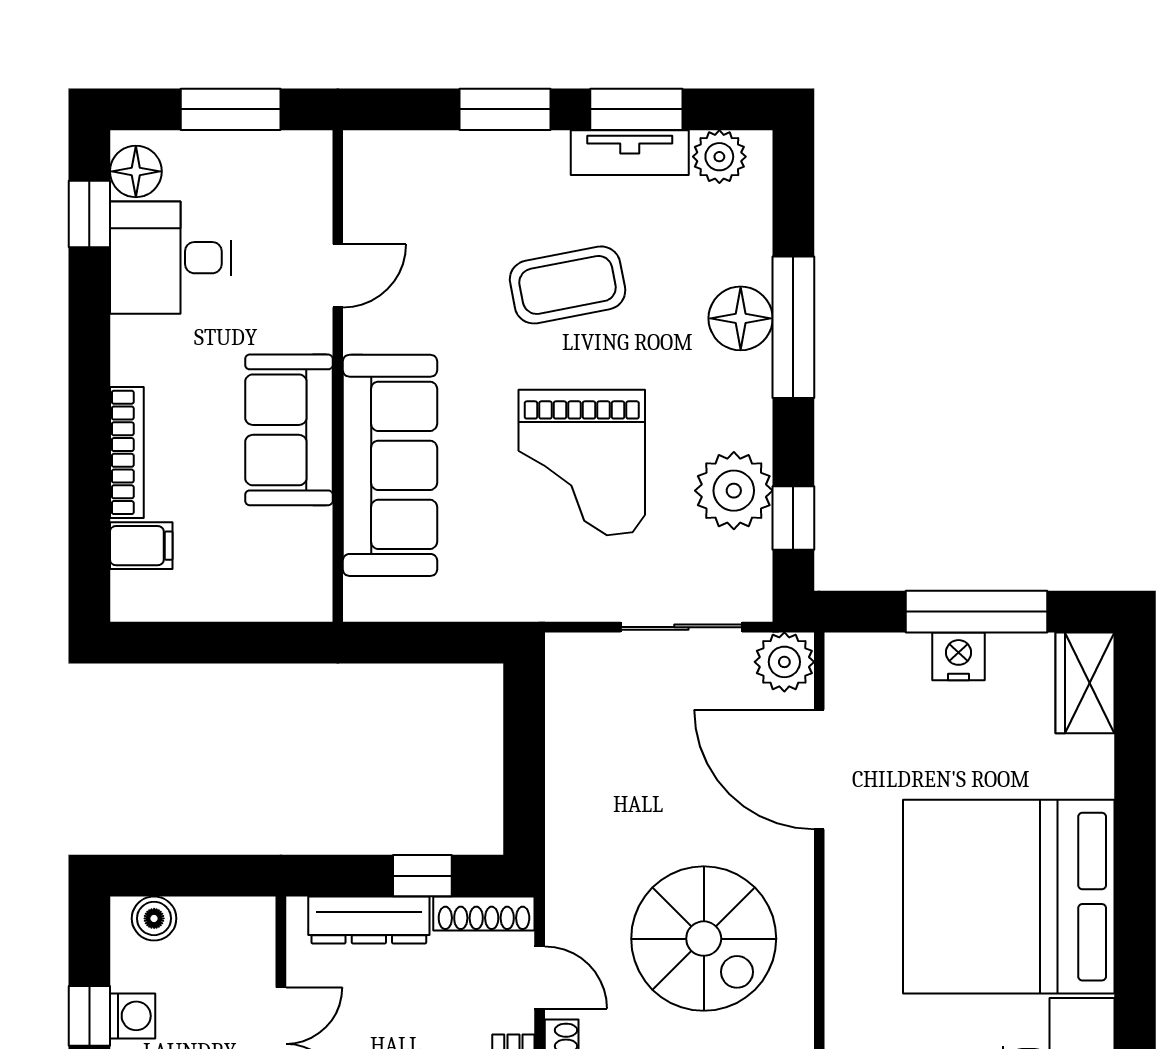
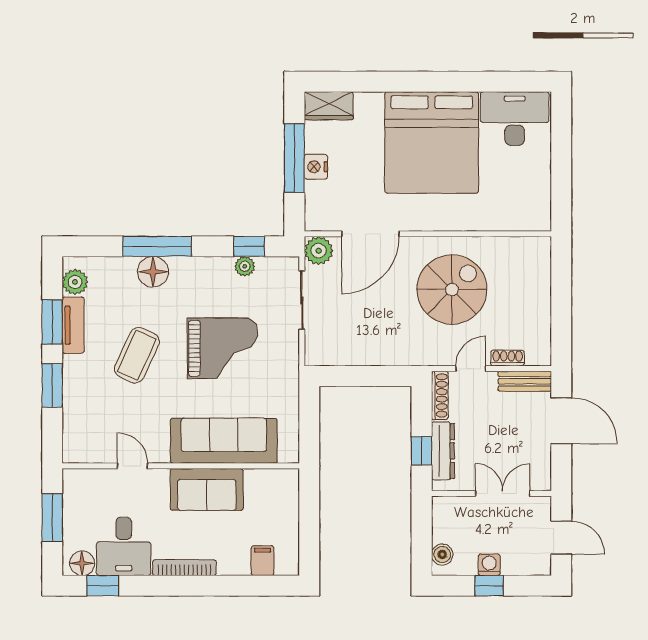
coffee table: (568, 285) -> (137, 355), turned 36
bookcase: (127, 452) -> (184, 568), moved
plant: (734, 491) -> (245, 266), width x0.53, depth x0.53
window: (422, 876) -> (422, 451), moved

